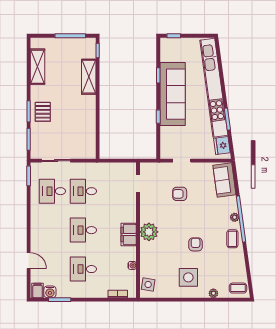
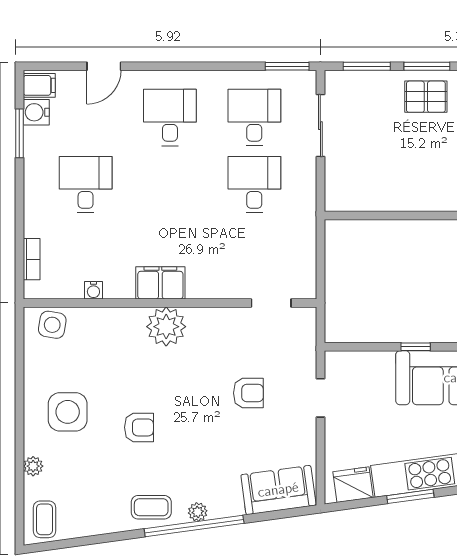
armchair: (180, 194) -> (248, 393), turned 90
desk: (83, 230) -> (170, 117), moved

